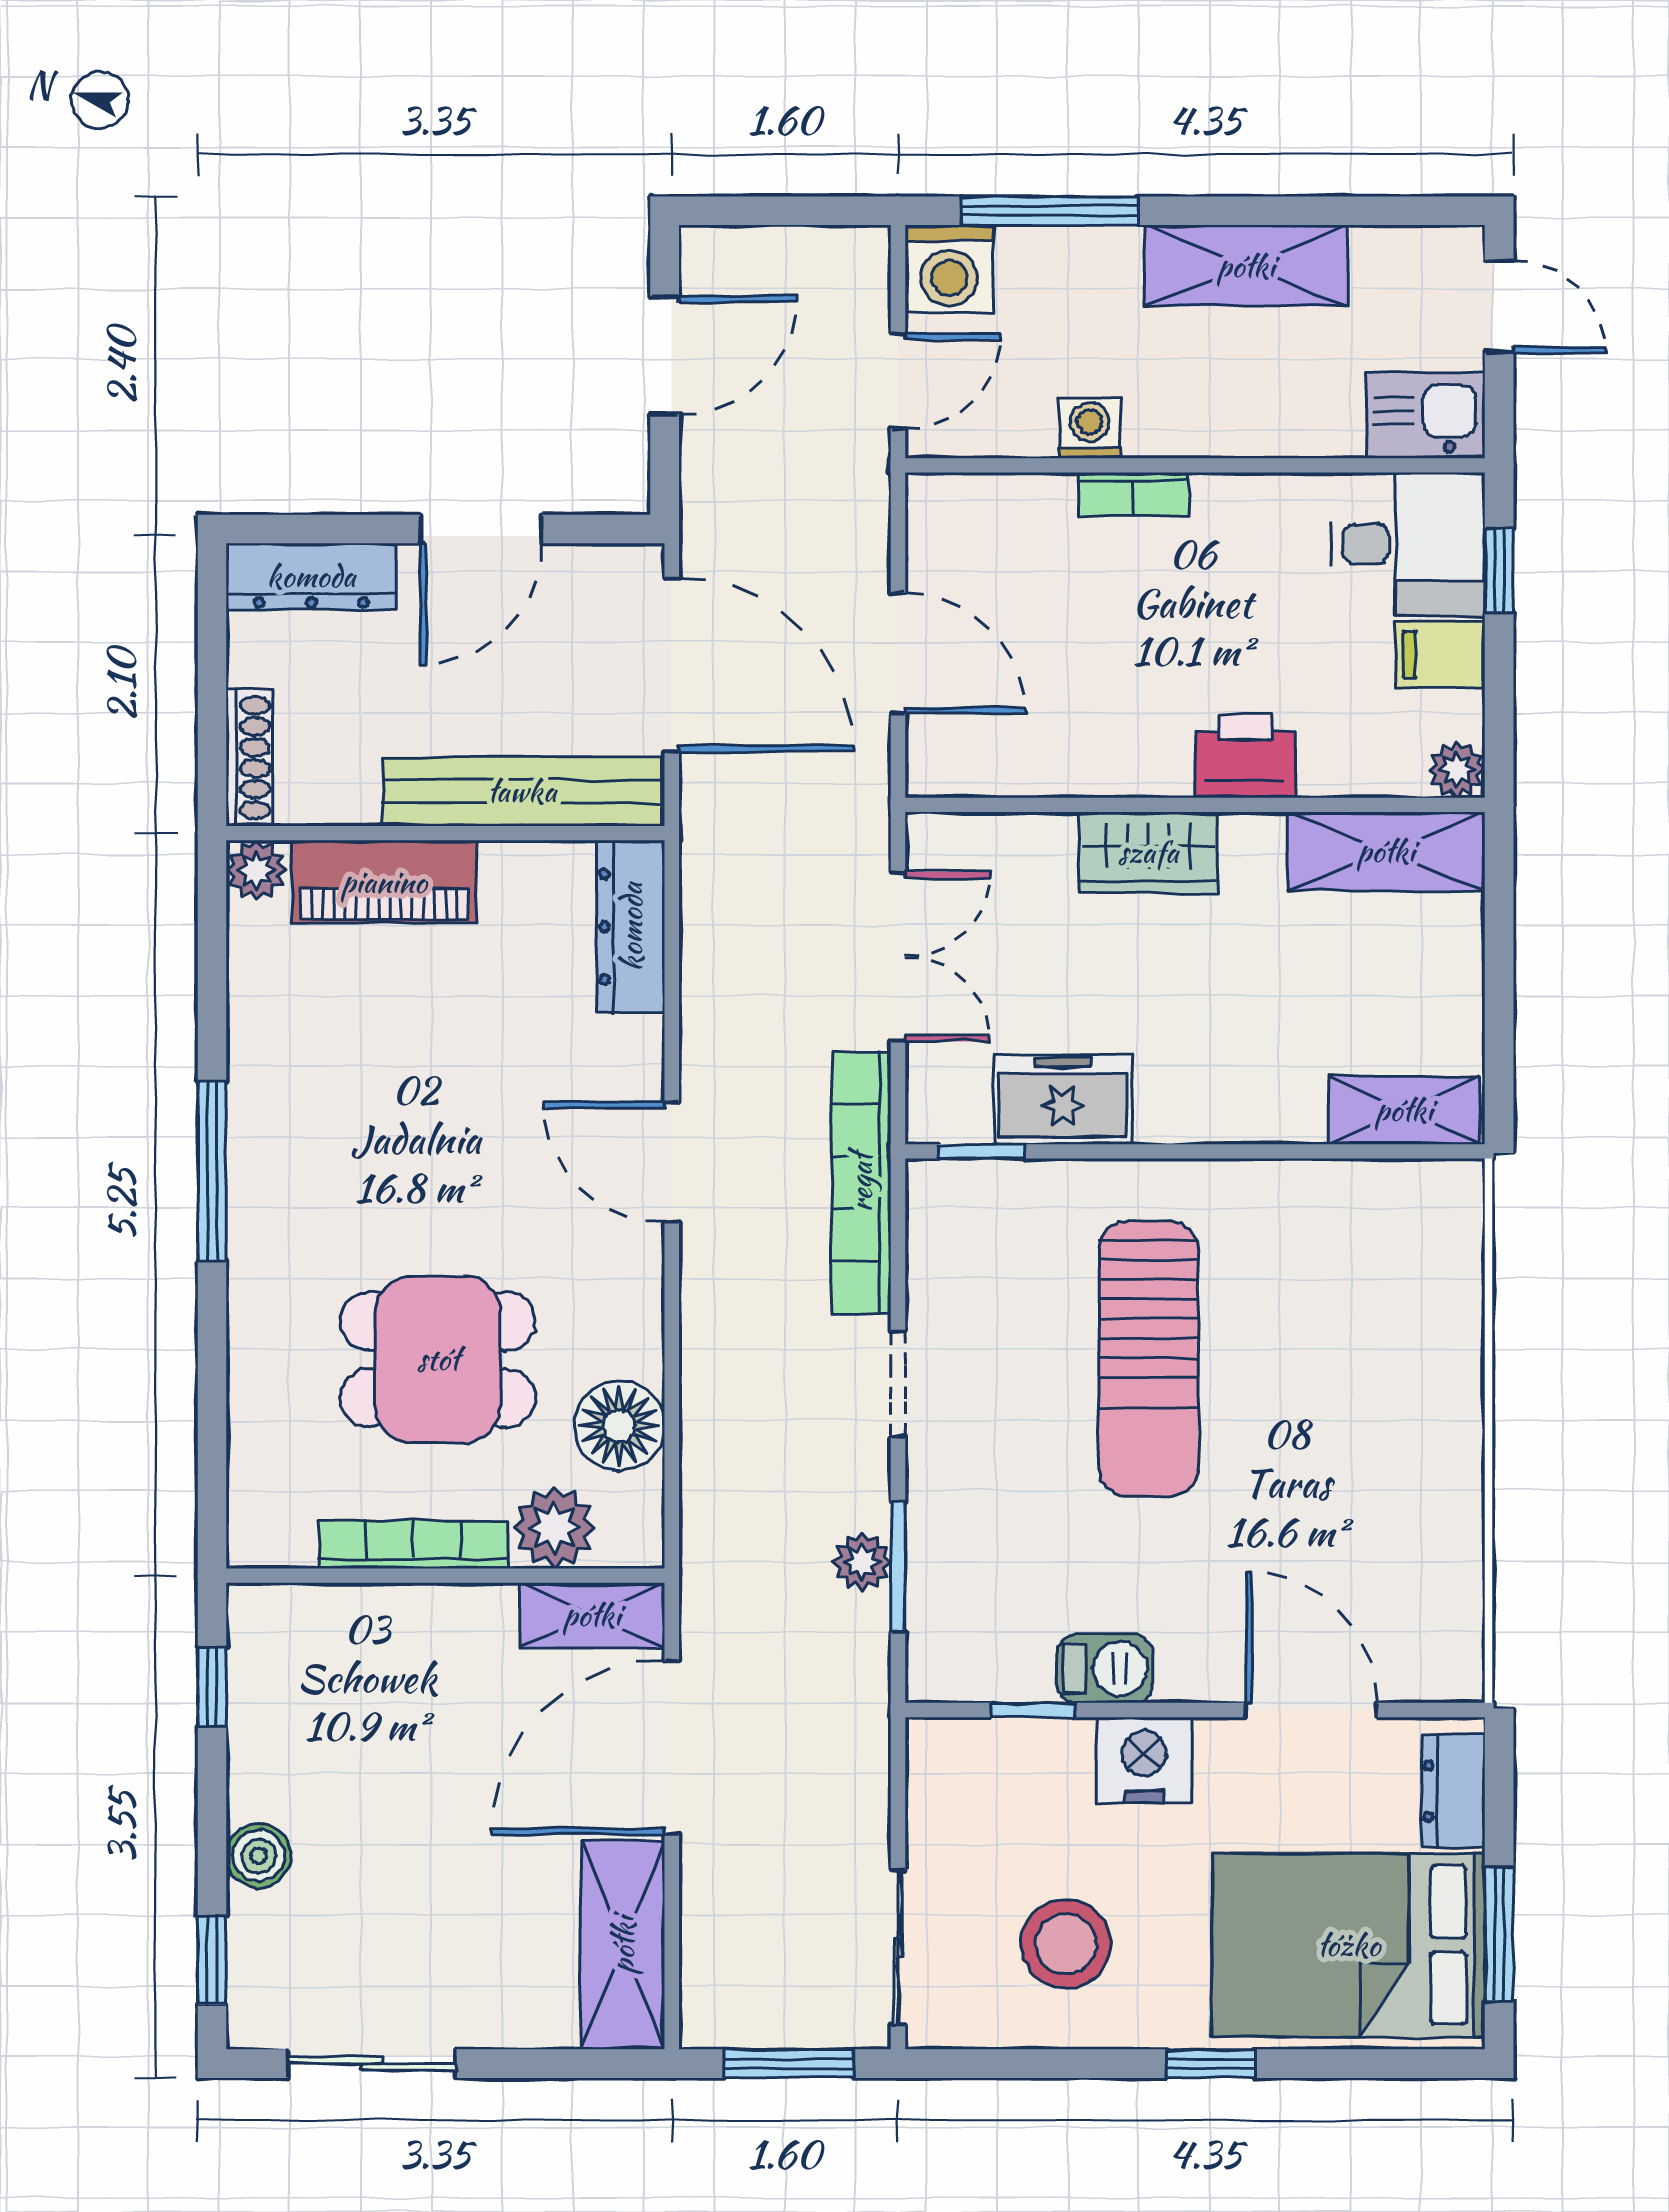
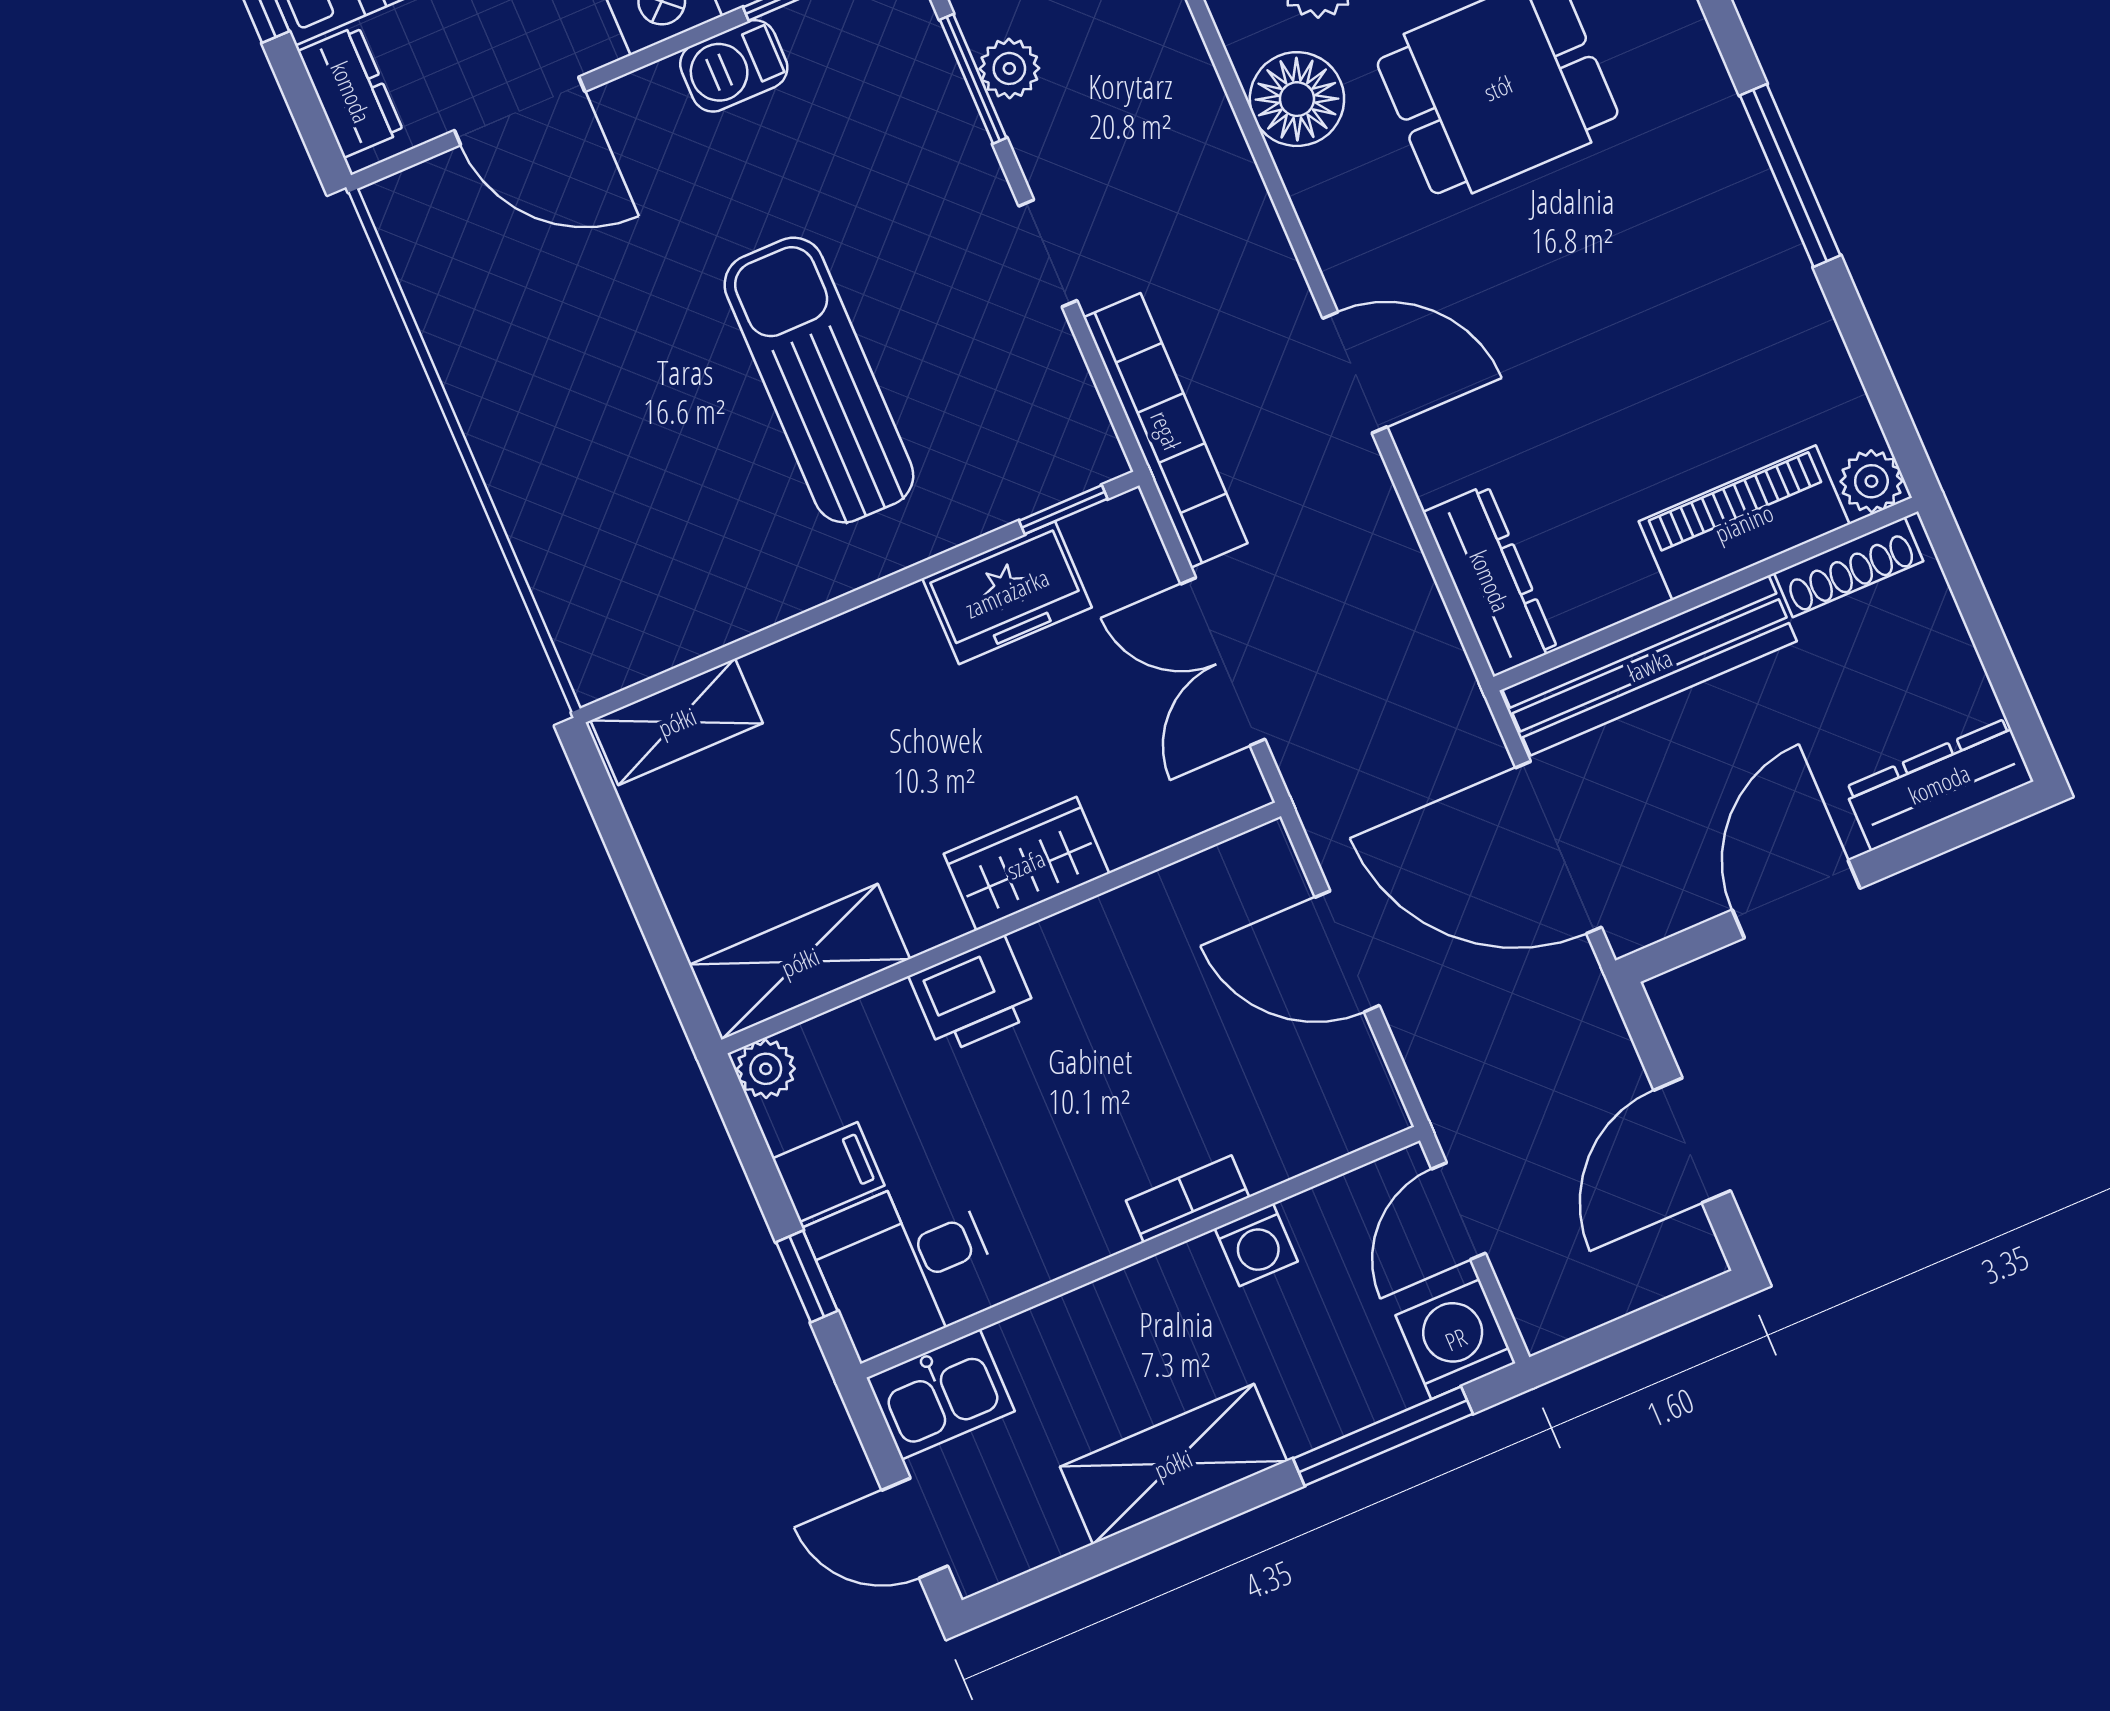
shoe rack: (249, 758) -> (1849, 567), moved, turned -90

